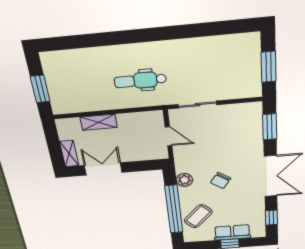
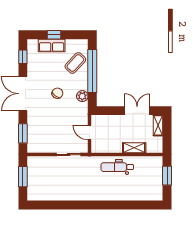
dental chair: (140, 80) -> (117, 167), moved, turned 180
double door: (103, 169) -> (137, 111), swing flipped

